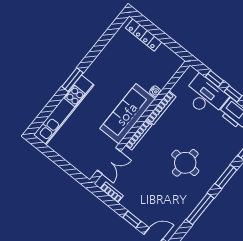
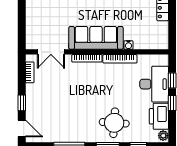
round table: (185, 163) -> (114, 123), moved

